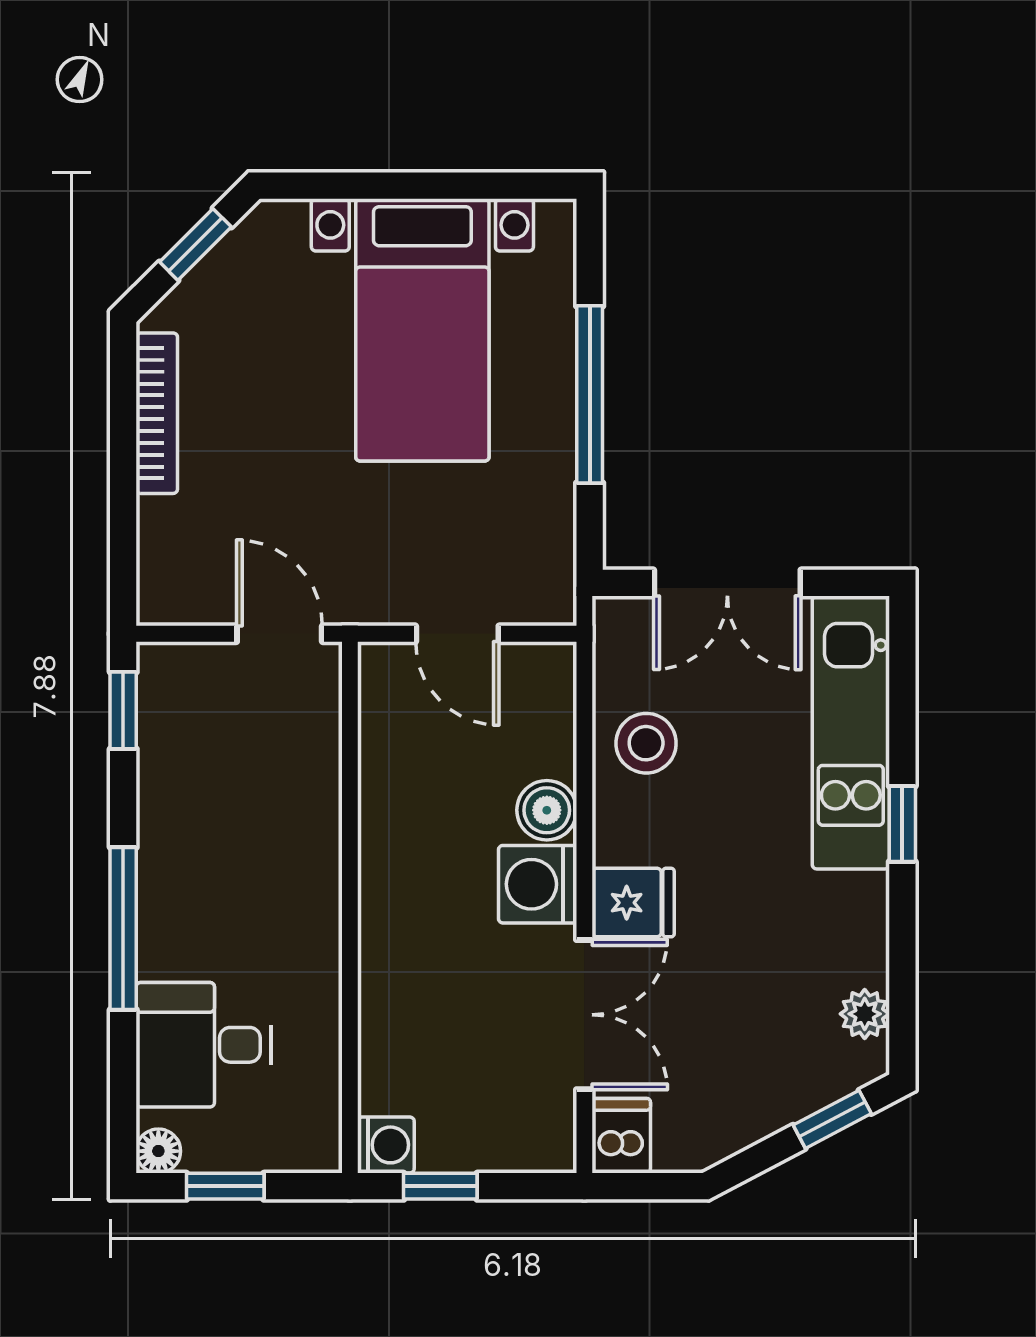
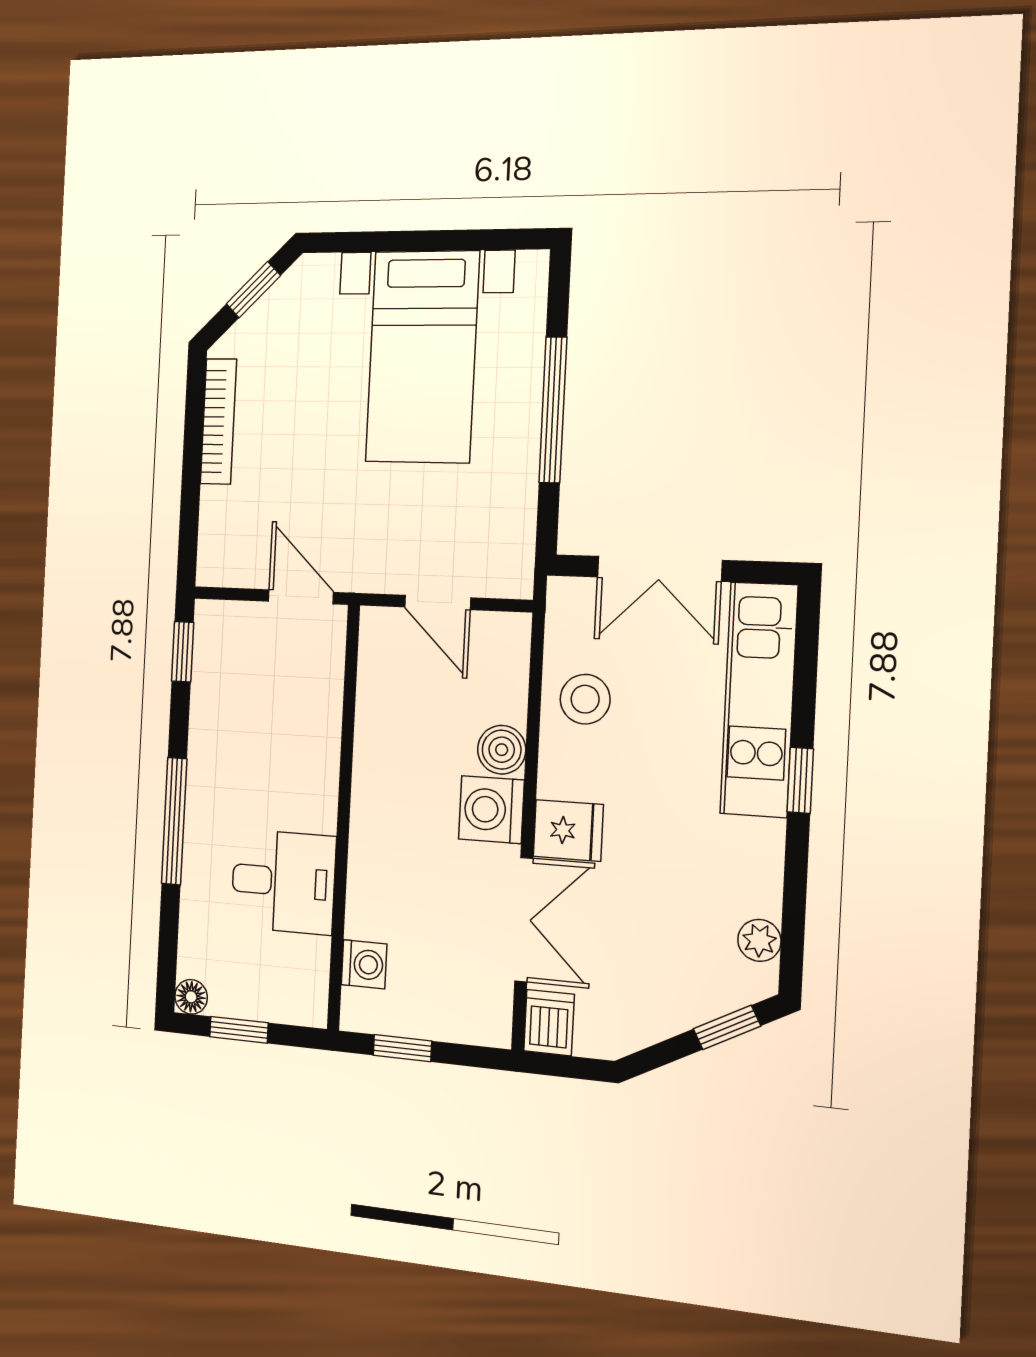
desk: (204, 1045) -> (283, 882), moved, turned 180
washing machine: (386, 1145) -> (364, 964), moved

